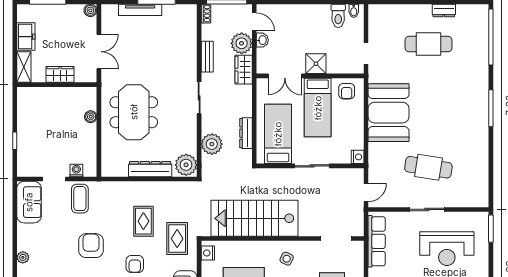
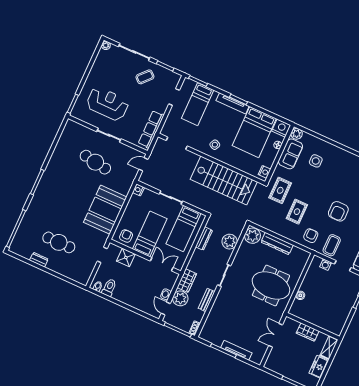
boiler: (90, 10) -> (269, 365), removed
shower: (316, 64) -> (126, 257), moved
meeting table: (134, 112) -> (271, 285), turned 90
armchair: (135, 264) -> (311, 236), moved

